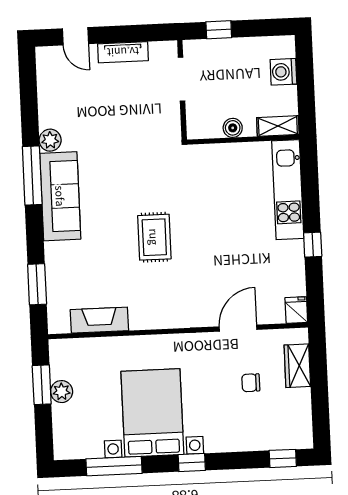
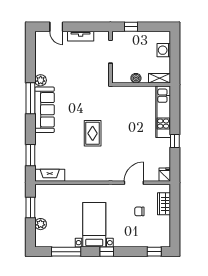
fireplace: (99, 320) -> (50, 175), moved
plant: (62, 392) -> (41, 224), moved
bed with nightstands: (152, 413) -> (94, 225), width x0.73

